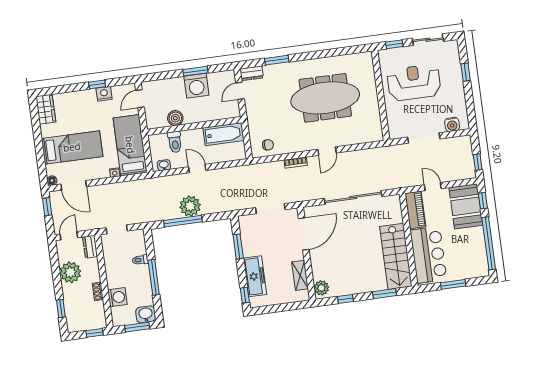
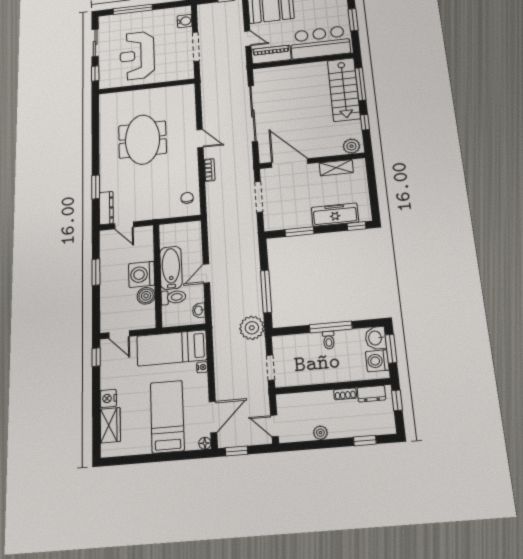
window: (466, 72) -> (133, 9), width x2.17
dresser: (252, 73) -> (106, 208), width x1.44
window: (97, 84) -> (96, 357), moved
washing machine: (196, 86) -> (142, 274), moved, turned 180
nightstand: (104, 94) -> (108, 398), moved
meeting table: (325, 98) -> (142, 140), width x0.73
wardrobe: (46, 109) -> (110, 425), moved, turned 90
bathtub: (223, 134) -> (171, 268), moved
door: (433, 187) -> (248, 38), swing flipped
plant: (190, 206) -> (252, 328), moved
dresser: (90, 247) -> (371, 394), moved
stairs: (396, 256) -> (344, 89), moved, turned 90
toilet: (140, 260) -> (329, 340), moved
plant: (70, 272) -> (320, 433), width x0.53, depth x0.53
window: (385, 294) -> (361, 84), width x1.44
washing machine: (117, 297) -> (377, 361), moved, turned -90

